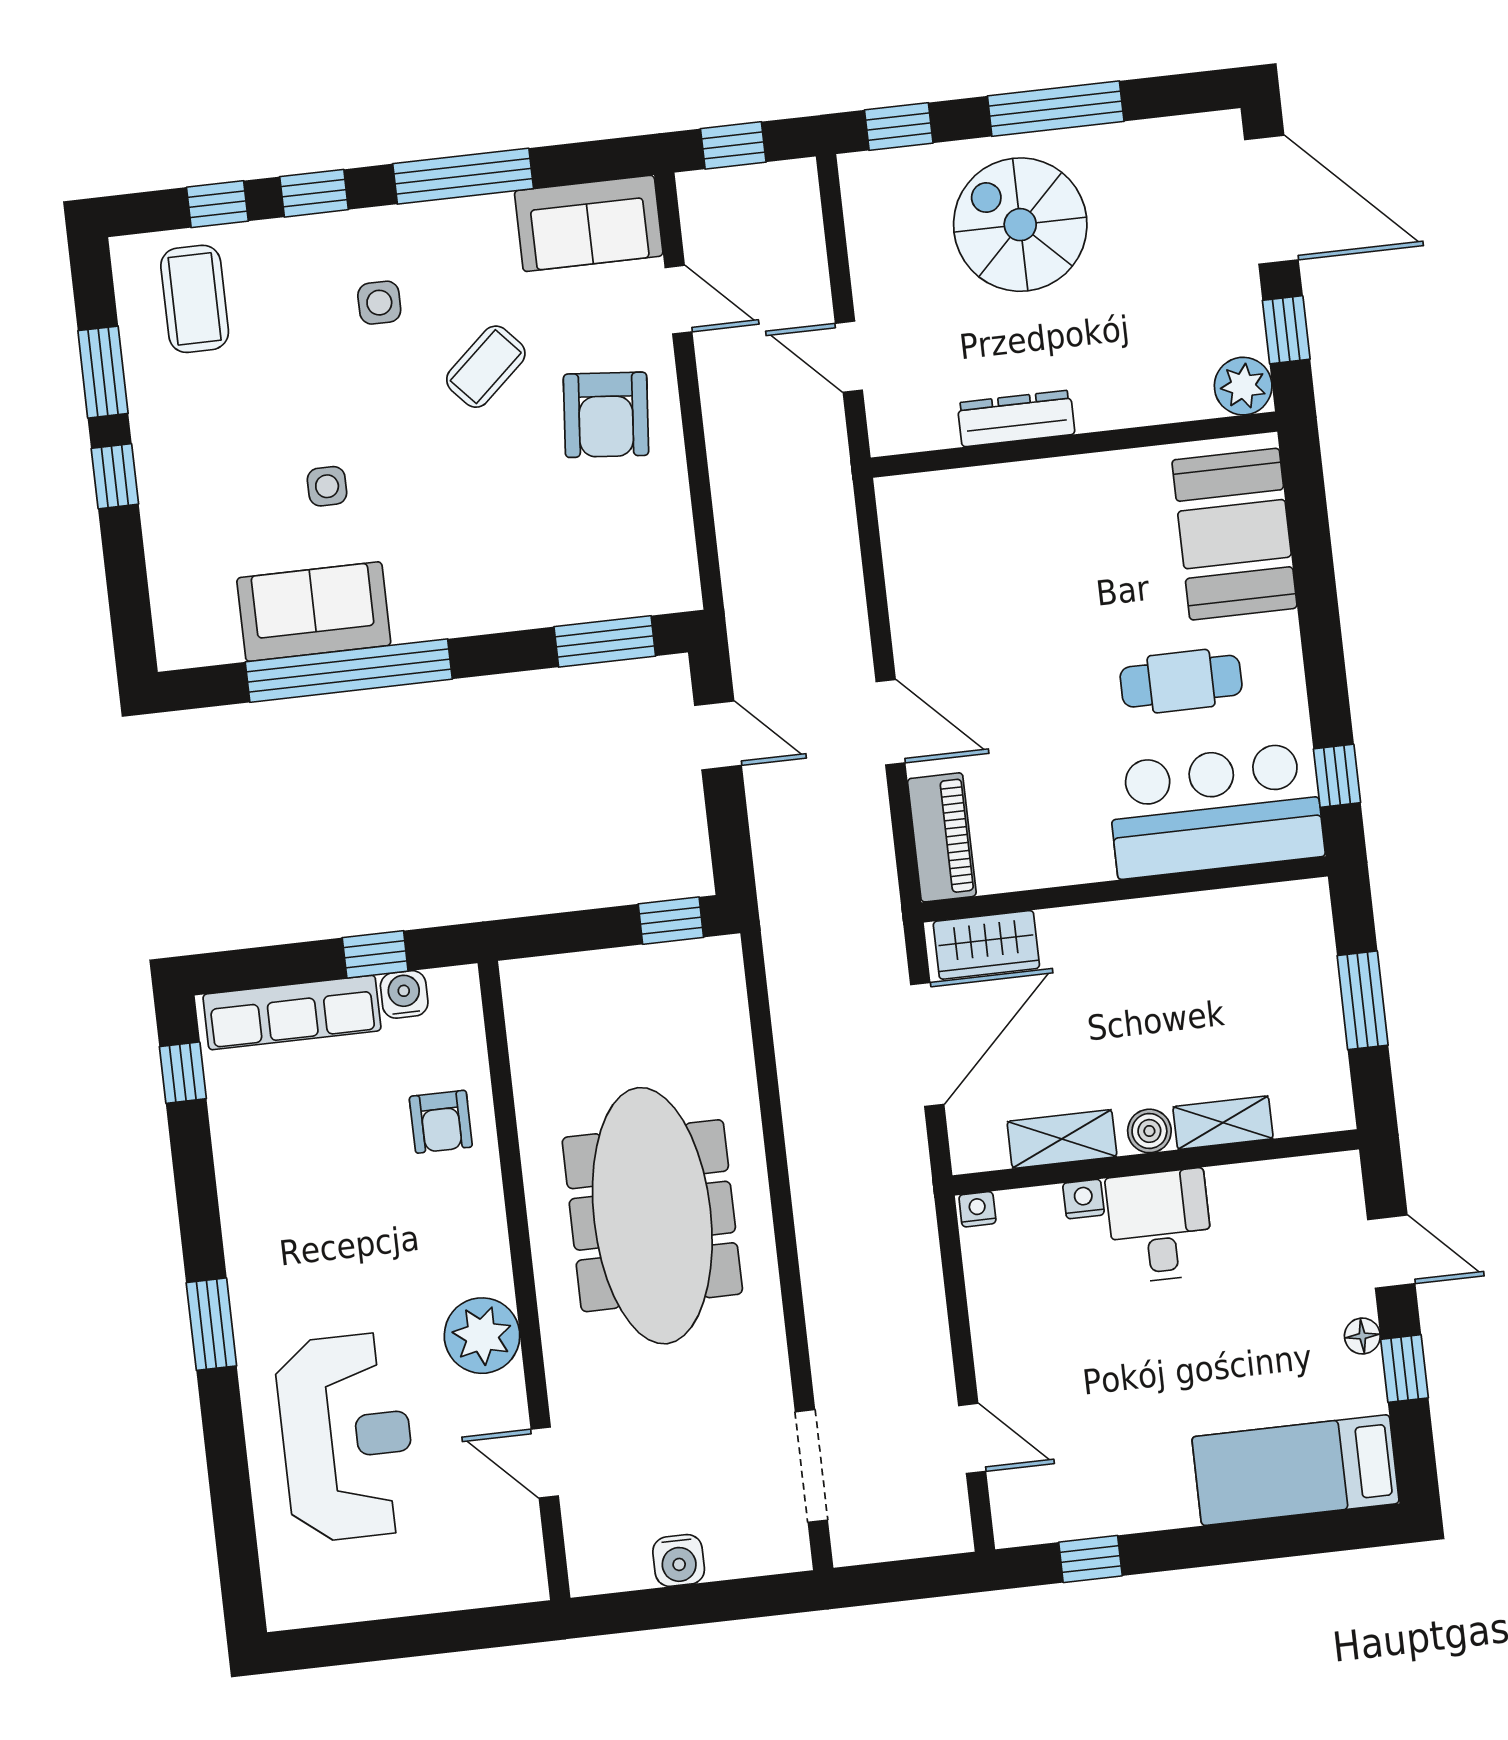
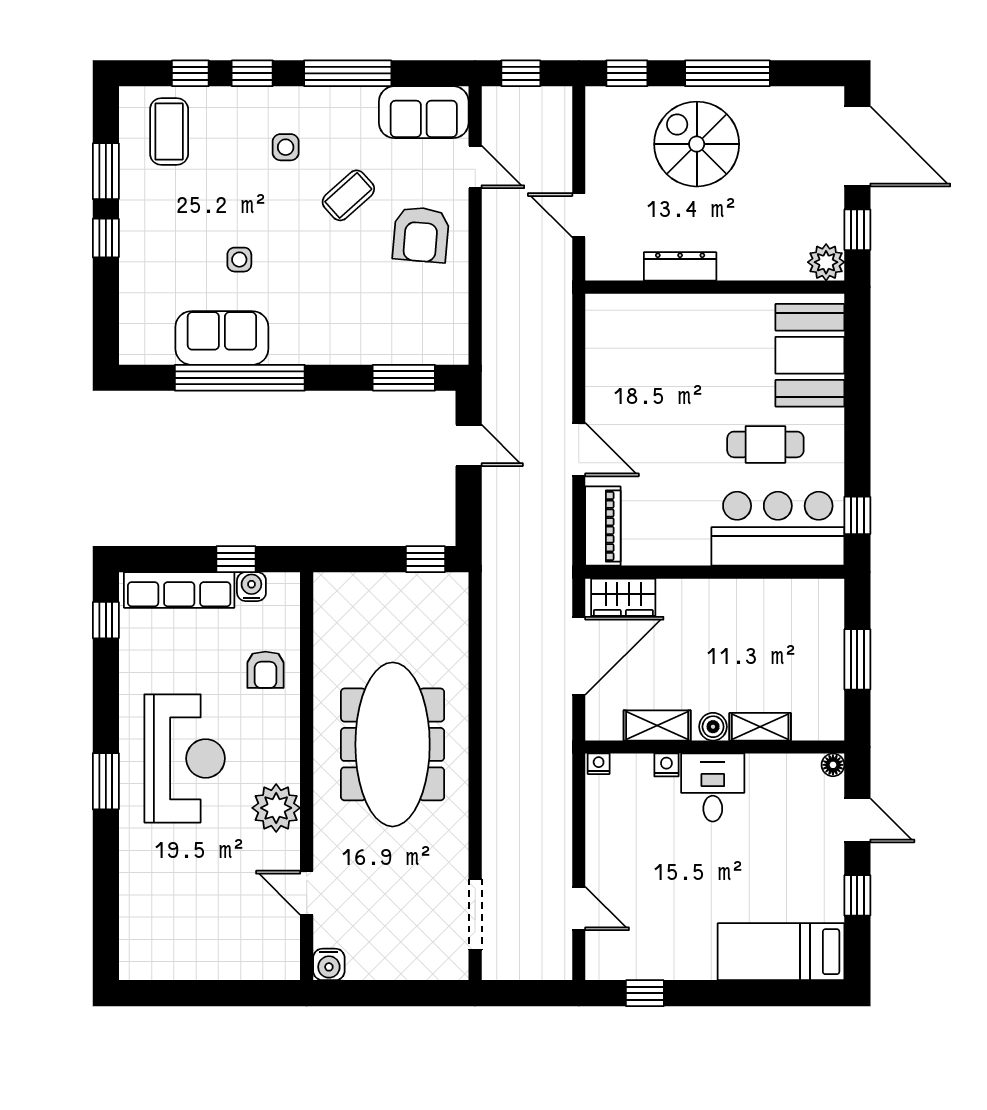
floor lamp: (1362, 1336) -> (833, 765), moved
reception desk: (347, 1437) -> (185, 758), moved
water cooler: (679, 1560) -> (329, 964), moved

